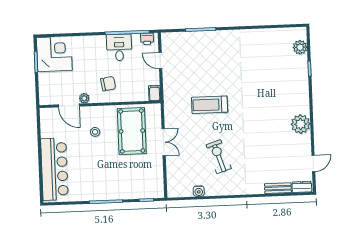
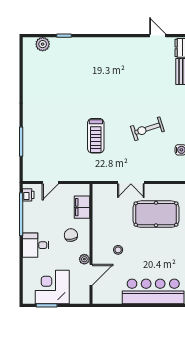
desk: (119, 47) -> (36, 245), moved
corner desk: (54, 54) -> (52, 287), moved
filing cabinet: (154, 93) -> (82, 207), moved, width x2.00
plant: (301, 124) -> (118, 47), removed
pool table: (132, 131) -> (156, 214), moved
double door: (164, 142) -> (131, 183), swing flipped

